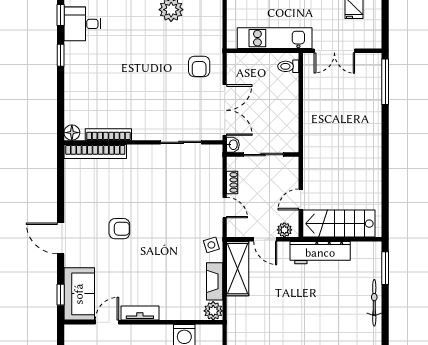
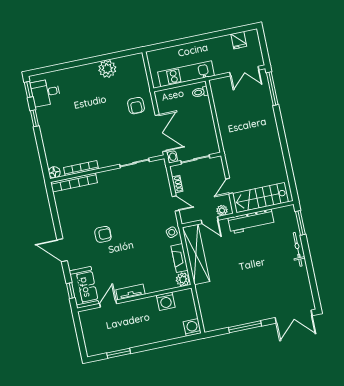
double door: (334, 51) -> (244, 71), moved
shelving: (238, 269) -> (196, 254), width x1.47

